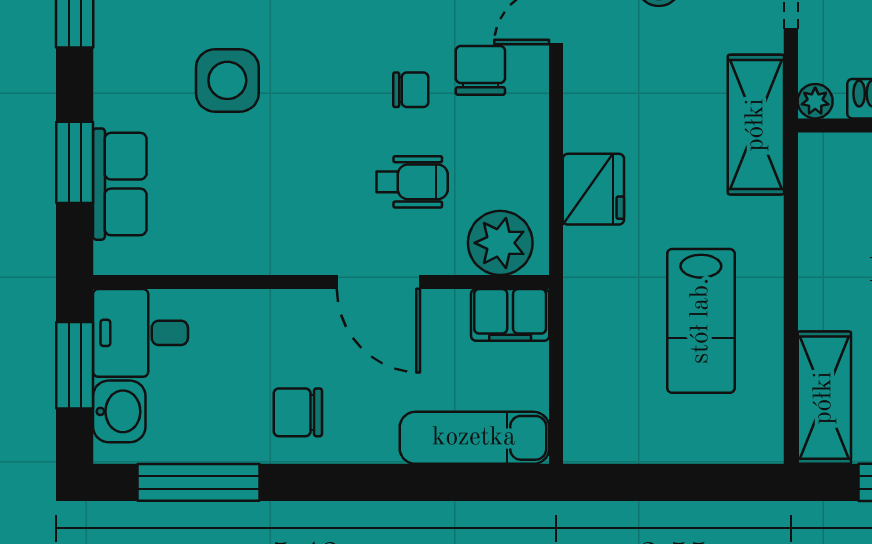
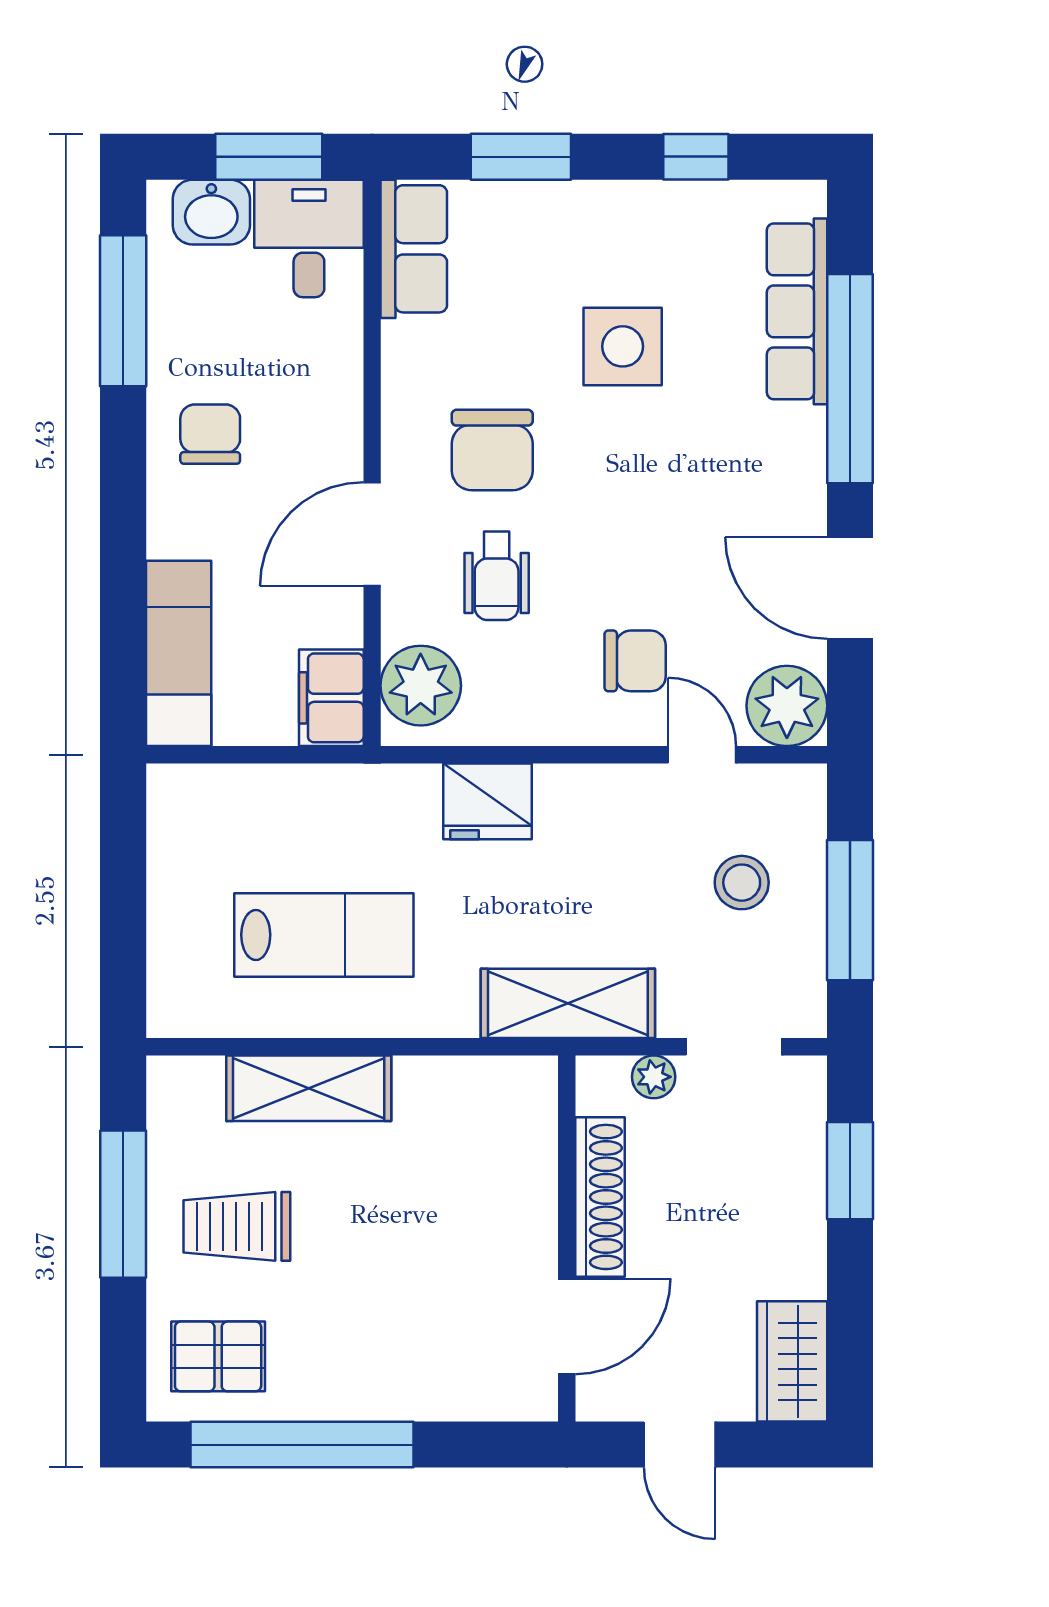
chair: (411, 90) -> (492, 450), moved, width x1.87, depth x1.87
plant: (815, 101) -> (654, 1077), moved
row of seats: (120, 184) -> (414, 249), moved, turned -90
lab bench: (701, 321) -> (324, 935), turned 180
shelving: (824, 398) -> (309, 1088), moved

